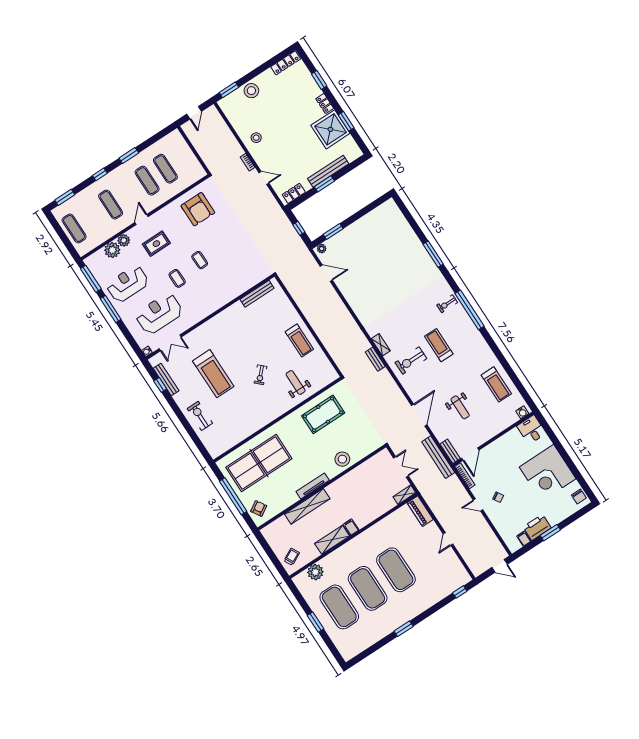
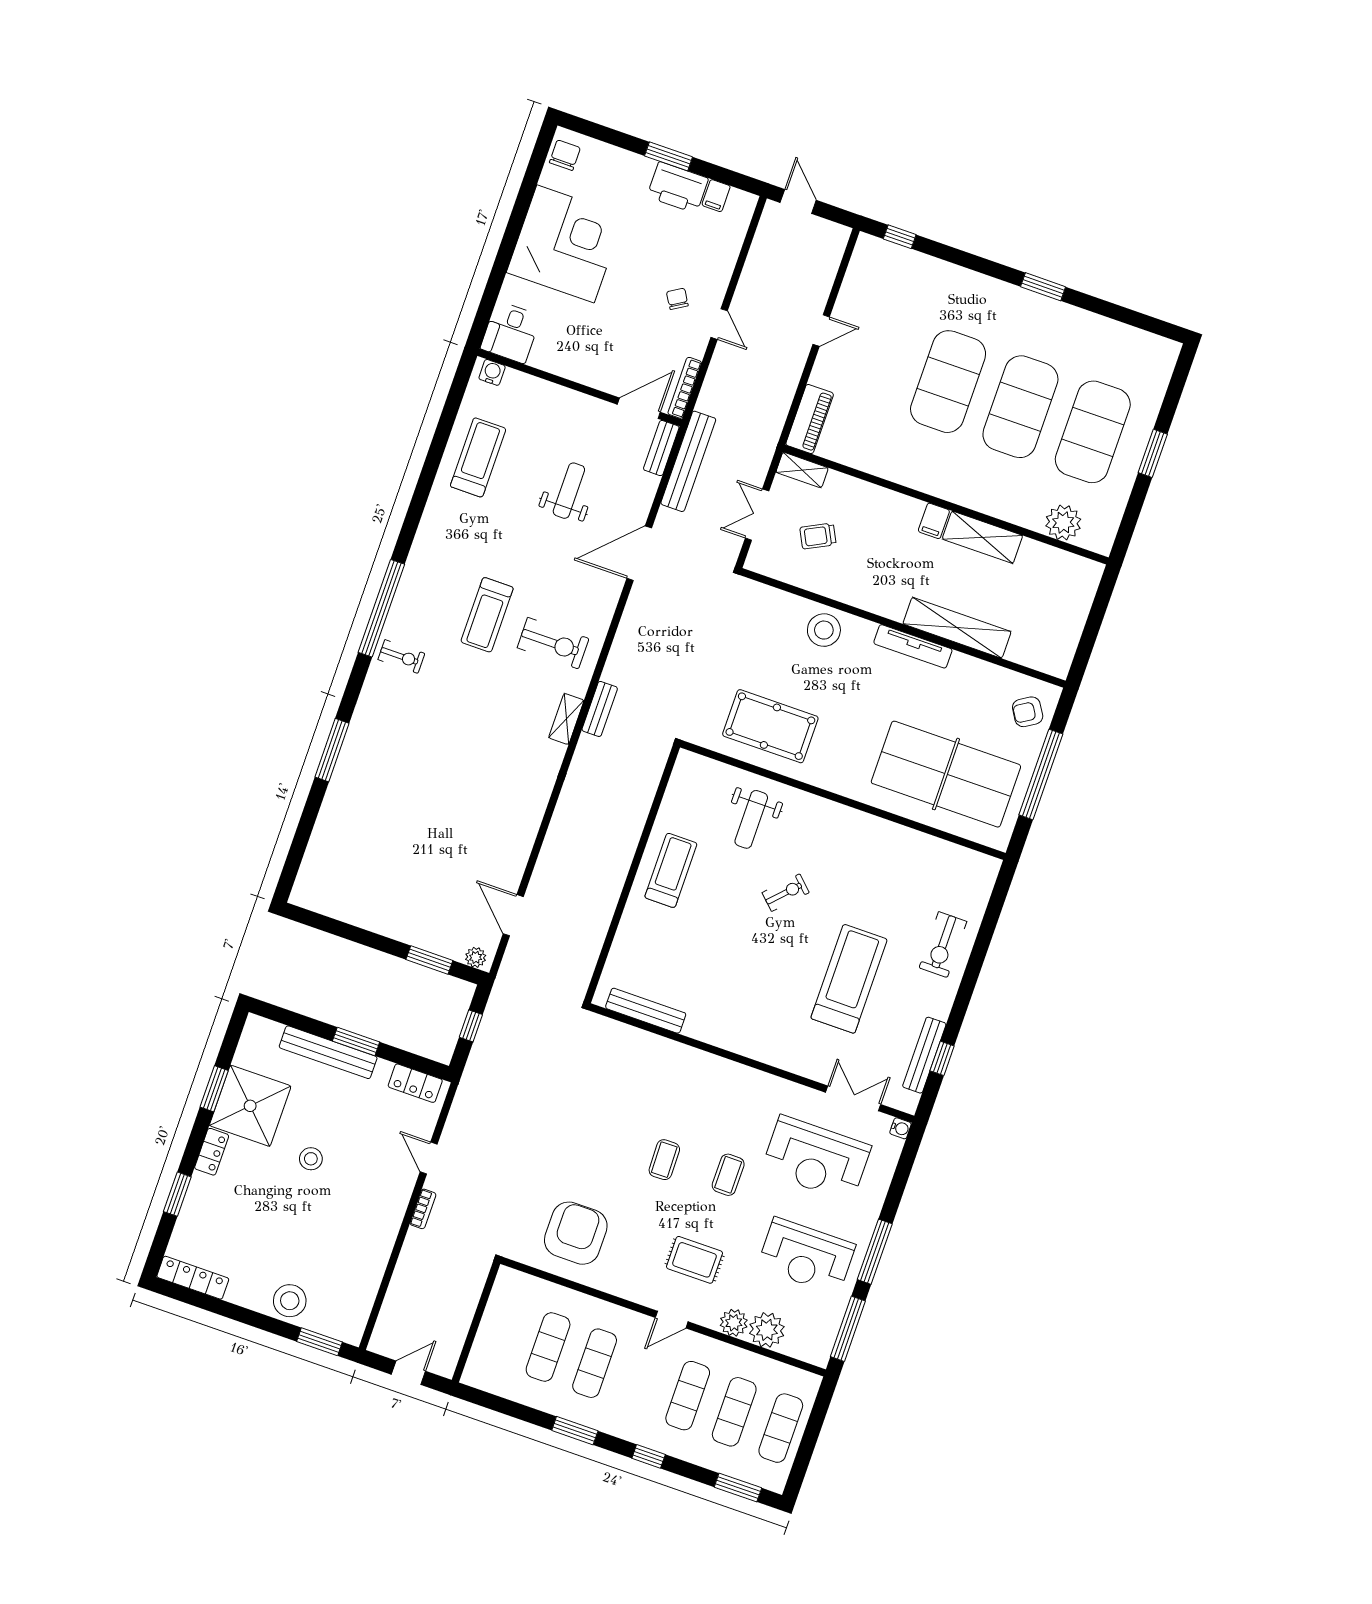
stool: (256, 138) -> (311, 1159), moved
exercise mat: (92, 216) -> (734, 1412), added
trolley: (292, 557) -> (818, 536), moved

